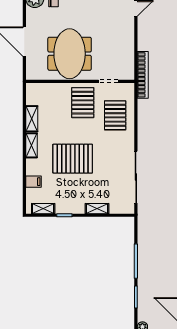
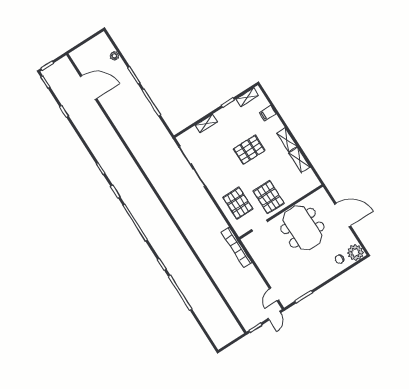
pallet: (73, 159) -> (249, 150), width x0.73, depth x0.71

